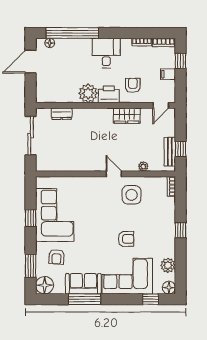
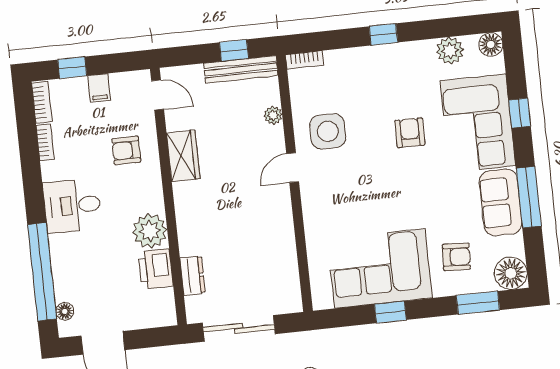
printer: (109, 94) -> (156, 269), moved
bench: (170, 152) -> (241, 69), width x1.36
window: (150, 299) -> (520, 113), moved

